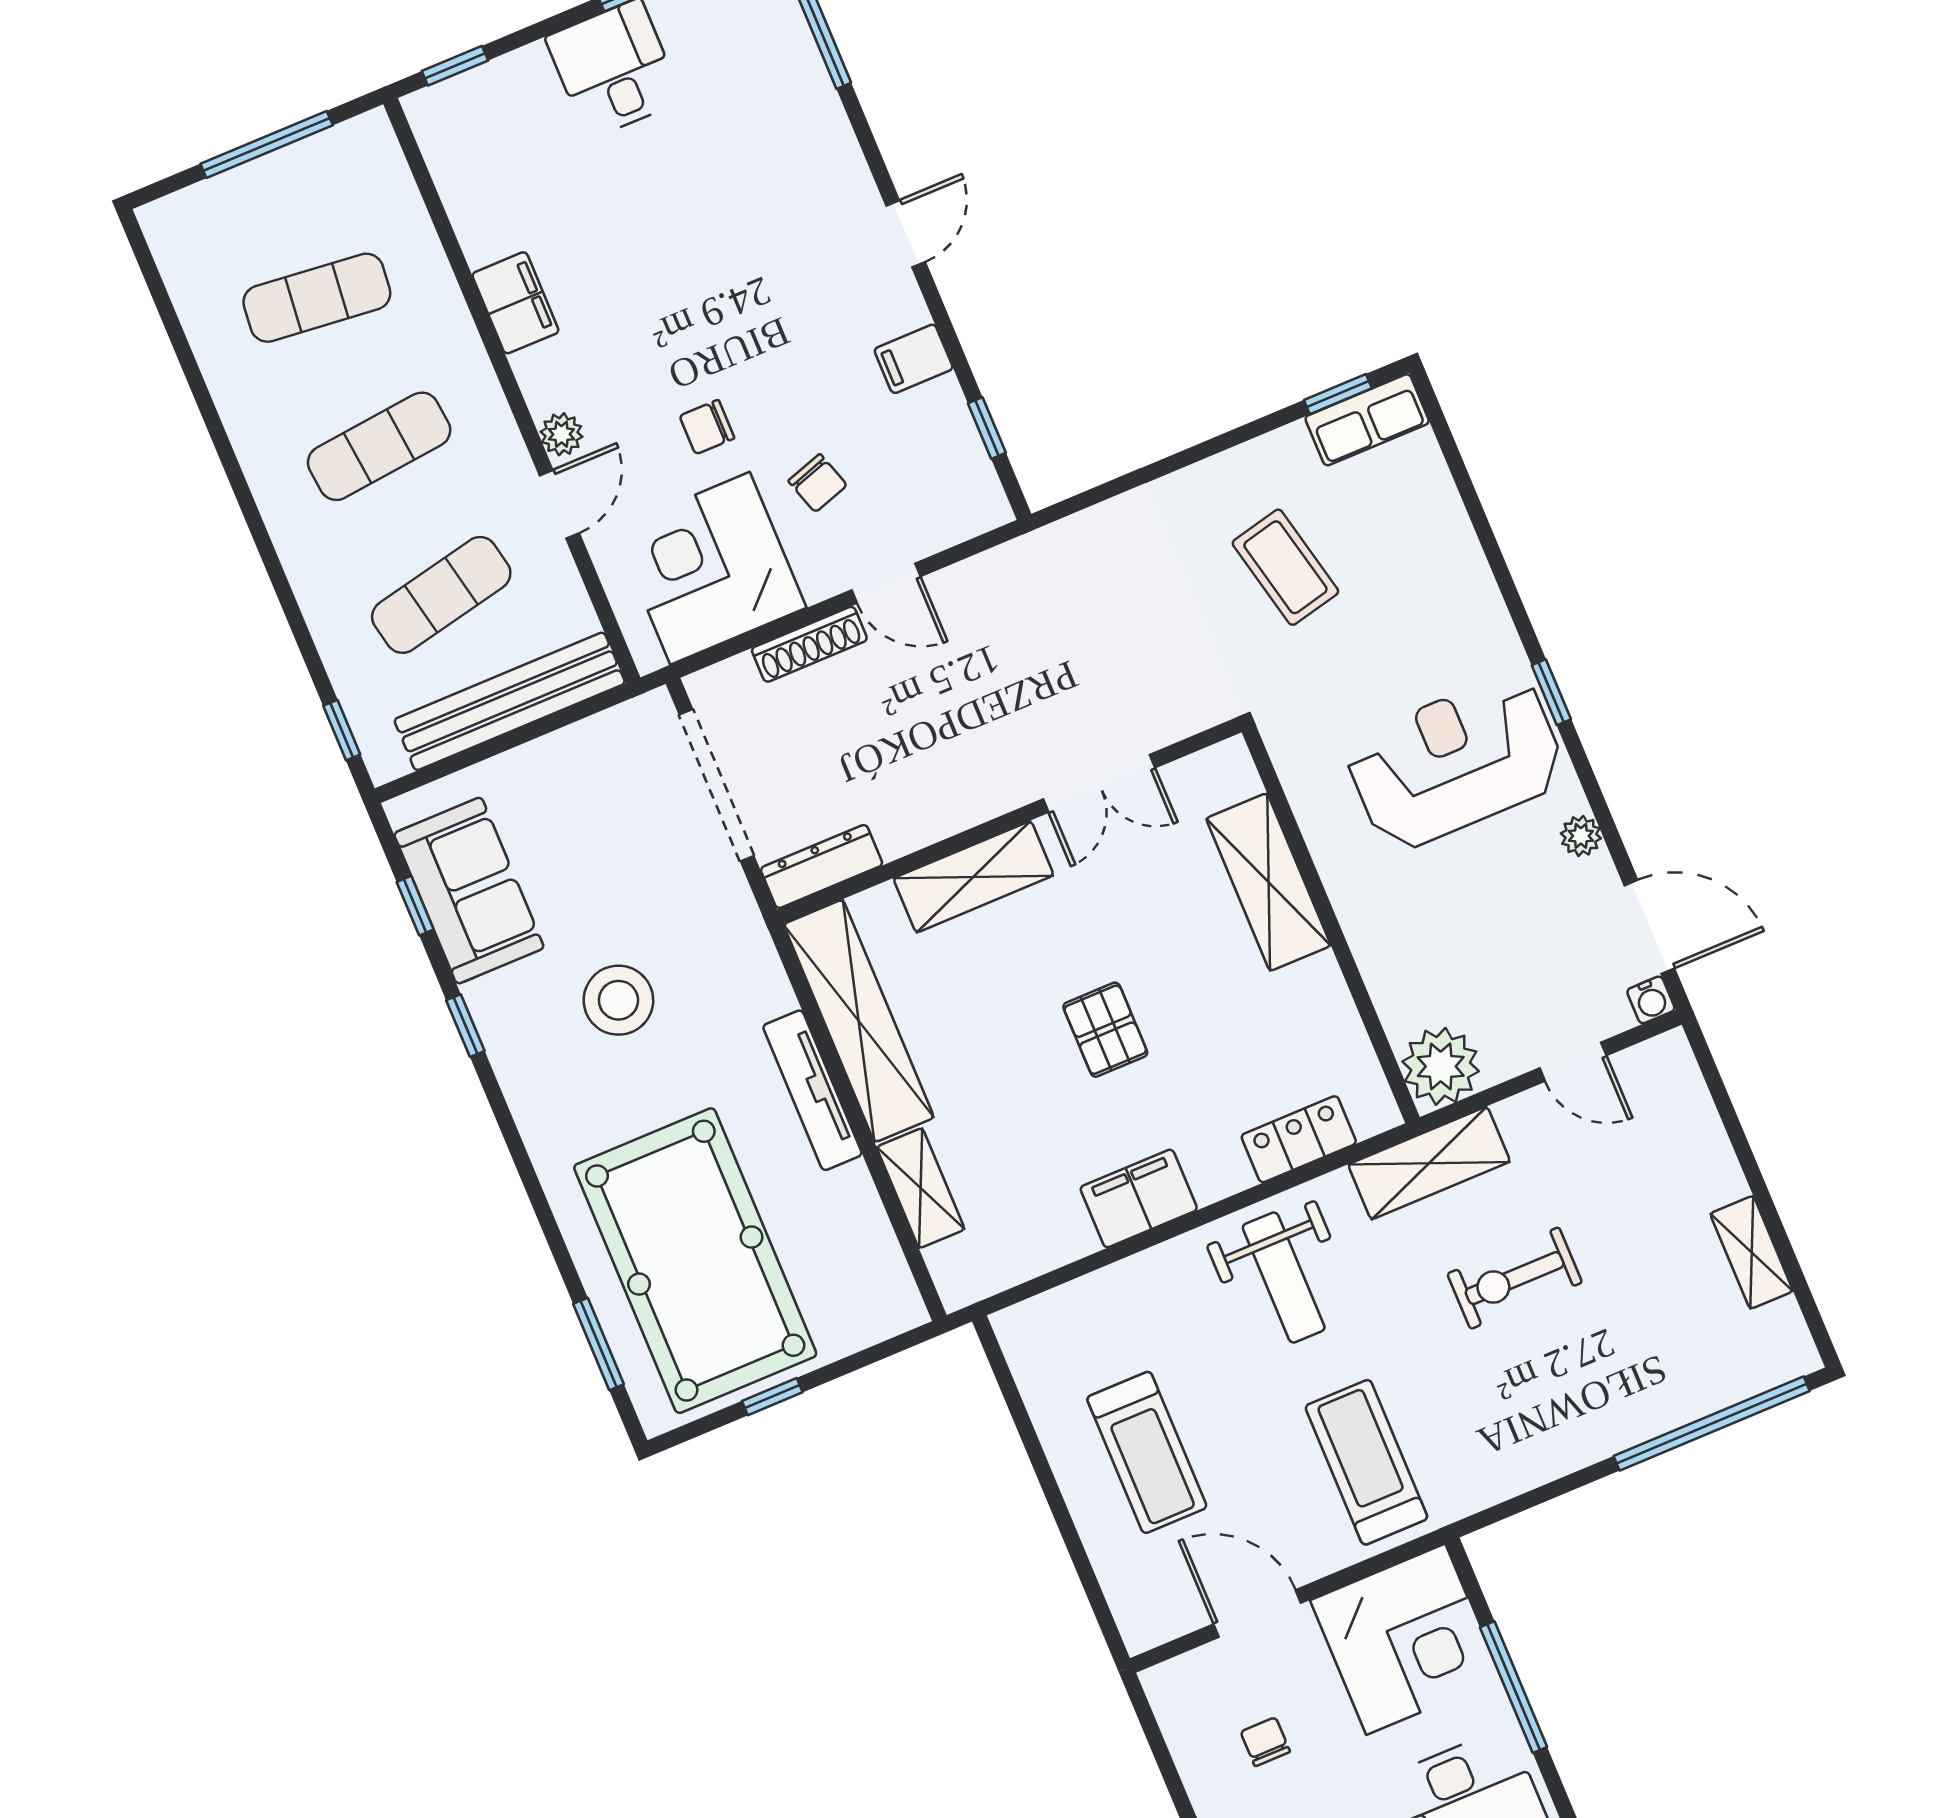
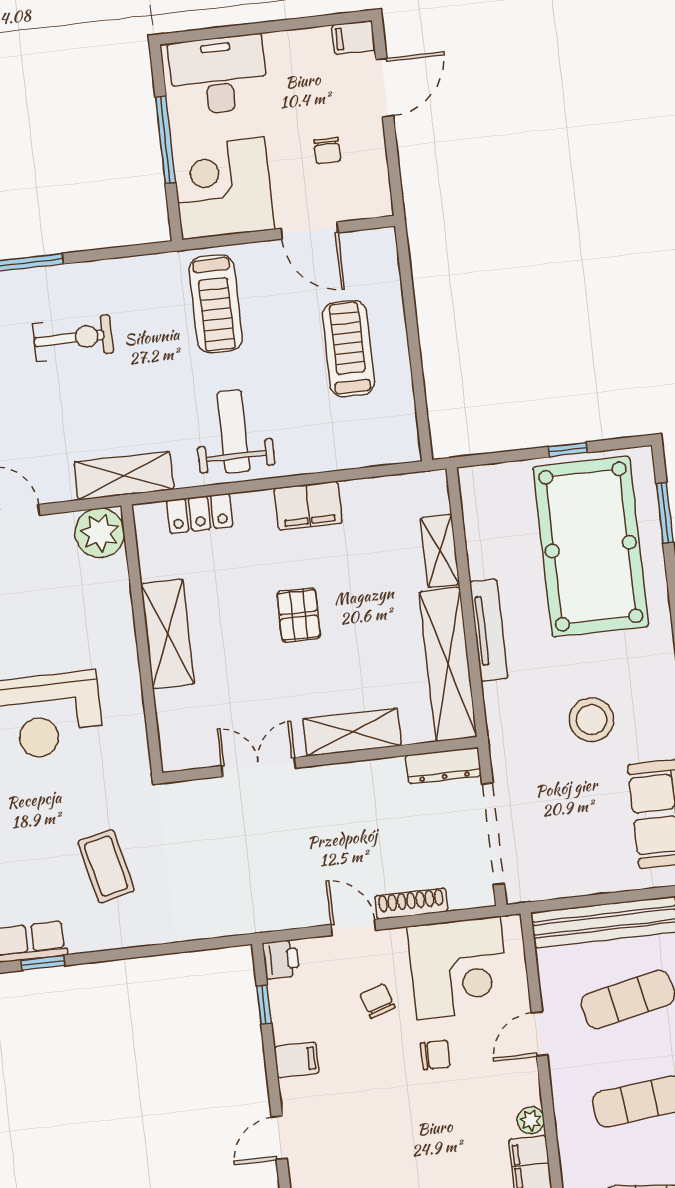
plant: (561, 434) -> (531, 1120), moved
printer: (981, 503) -> (281, 959), added
shelving: (1268, 882) -> (168, 634), moved
exercise bike: (1515, 1278) -> (73, 338), moved

